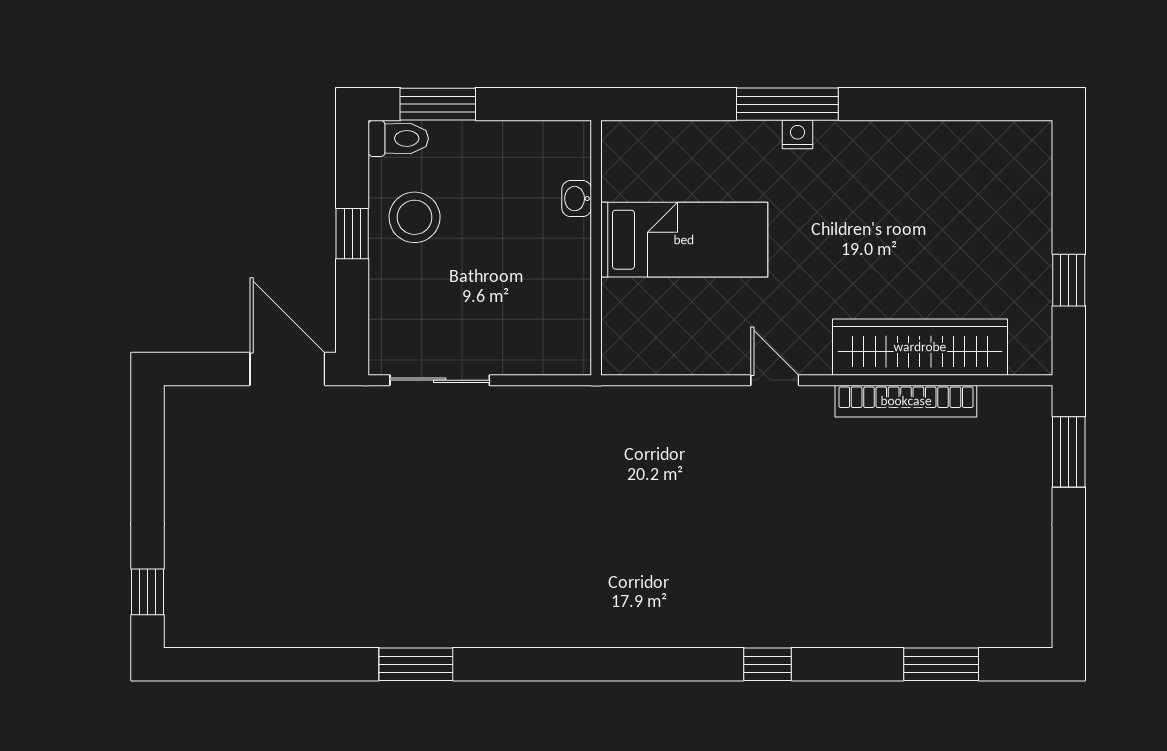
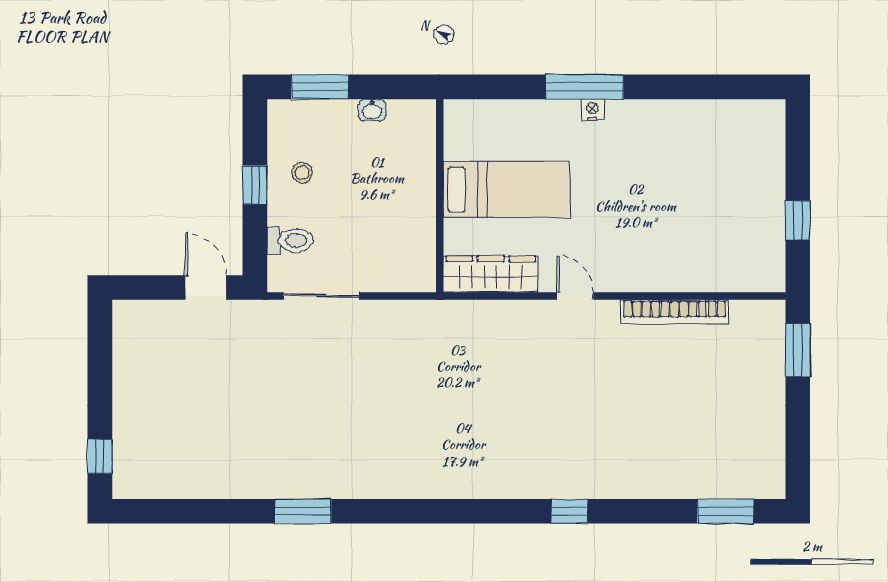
toilet: (398, 138) -> (290, 240), moved
washbasin: (577, 199) -> (372, 110), moved, turned -90
stool: (415, 217) -> (302, 173), width x0.53, depth x0.53
wardrobe: (920, 347) -> (491, 274), moved, width x0.71, depth x0.85
door: (287, 369) -> (206, 287), width x0.73
window: (941, 664) -> (726, 511), moved

